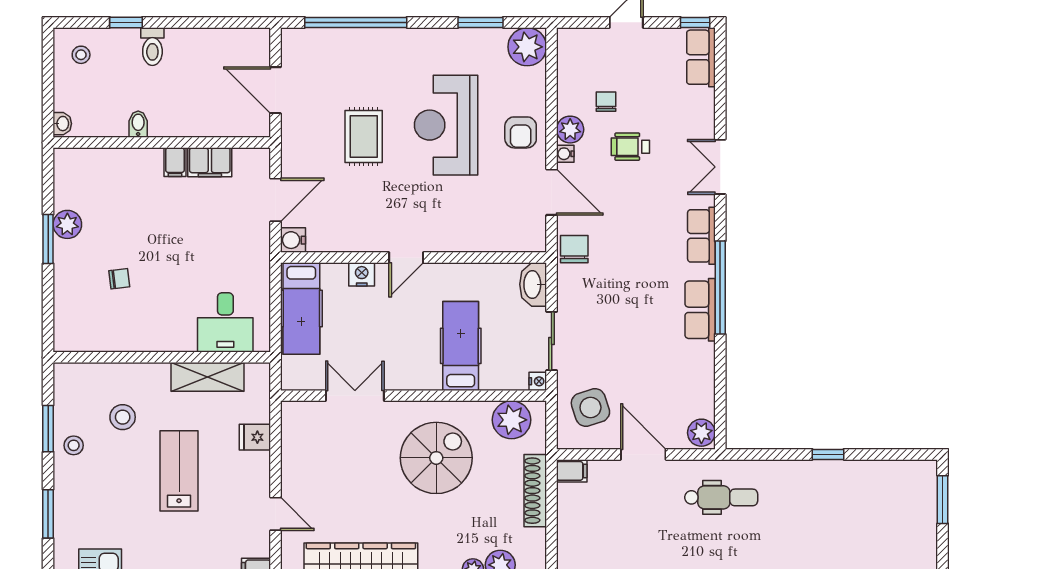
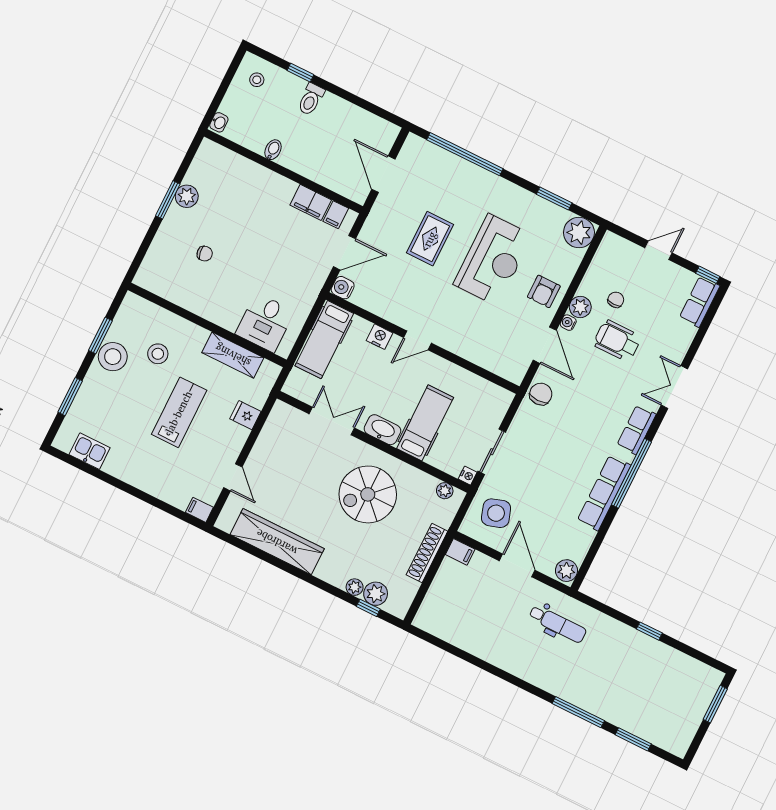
reception desk: (446, 125) -> (493, 260), turned 180
wheelchair: (630, 147) -> (617, 341), width x1.36, depth x1.37
filing cabinet: (175, 162) -> (336, 215), moved
washbasin: (533, 284) -> (382, 430), moved, turned 90
row of seats: (700, 310) -> (604, 493), width x1.48
plant: (512, 420) -> (445, 491), width x0.53, depth x0.53
stool: (74, 445) -> (113, 357), width x1.89, depth x1.89
spiral stairs: (436, 458) -> (368, 494), turned 180

